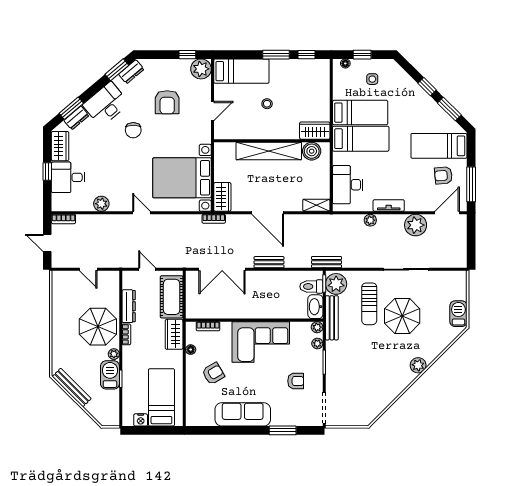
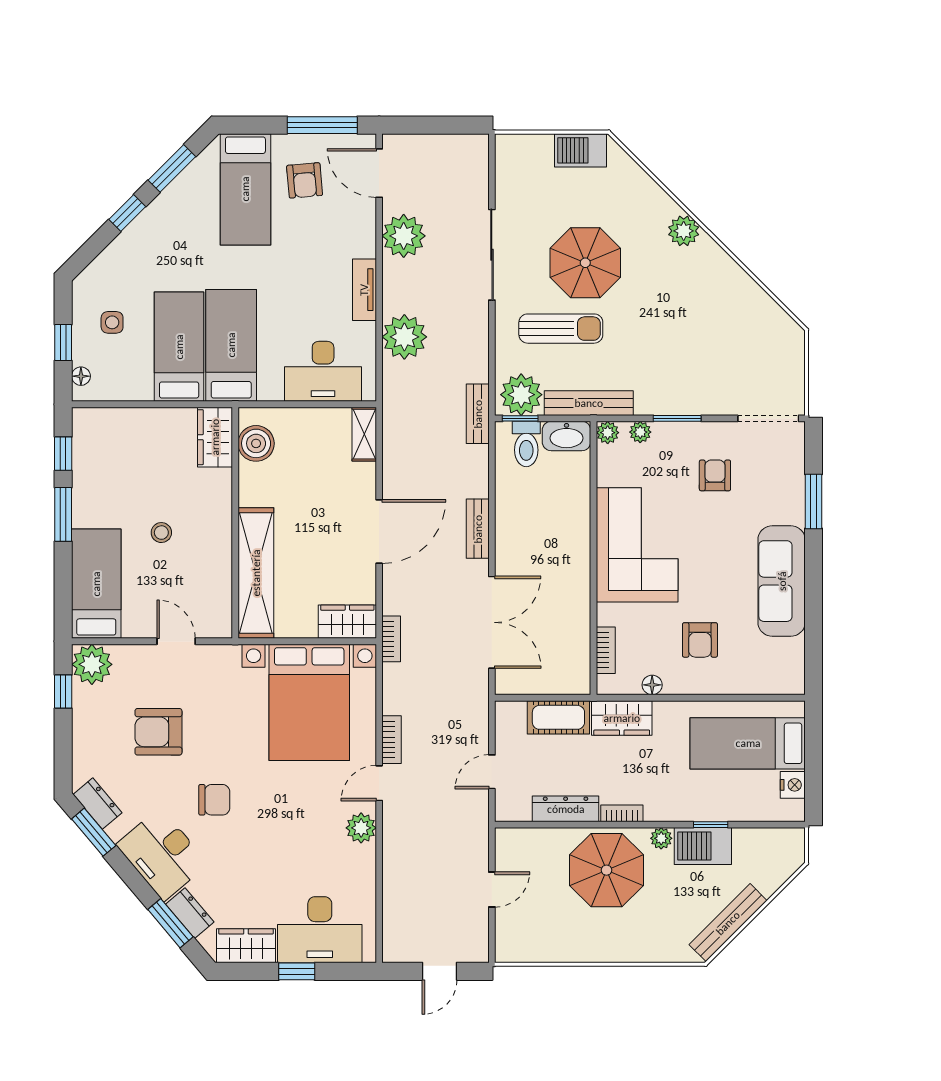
armchair: (167, 102) -> (158, 732), turned 180
shelving: (269, 151) -> (256, 573), moved
desk: (68, 177) -> (320, 930), width x1.37
plant: (101, 204) -> (361, 828), moved
bookcase: (63, 219) -> (391, 740), moved
plant: (370, 220) -> (404, 337), width x1.88, depth x1.88
cot: (172, 297) -> (558, 717), width x0.73, depth x0.75
armchair: (213, 373) -> (700, 640), turned -150

